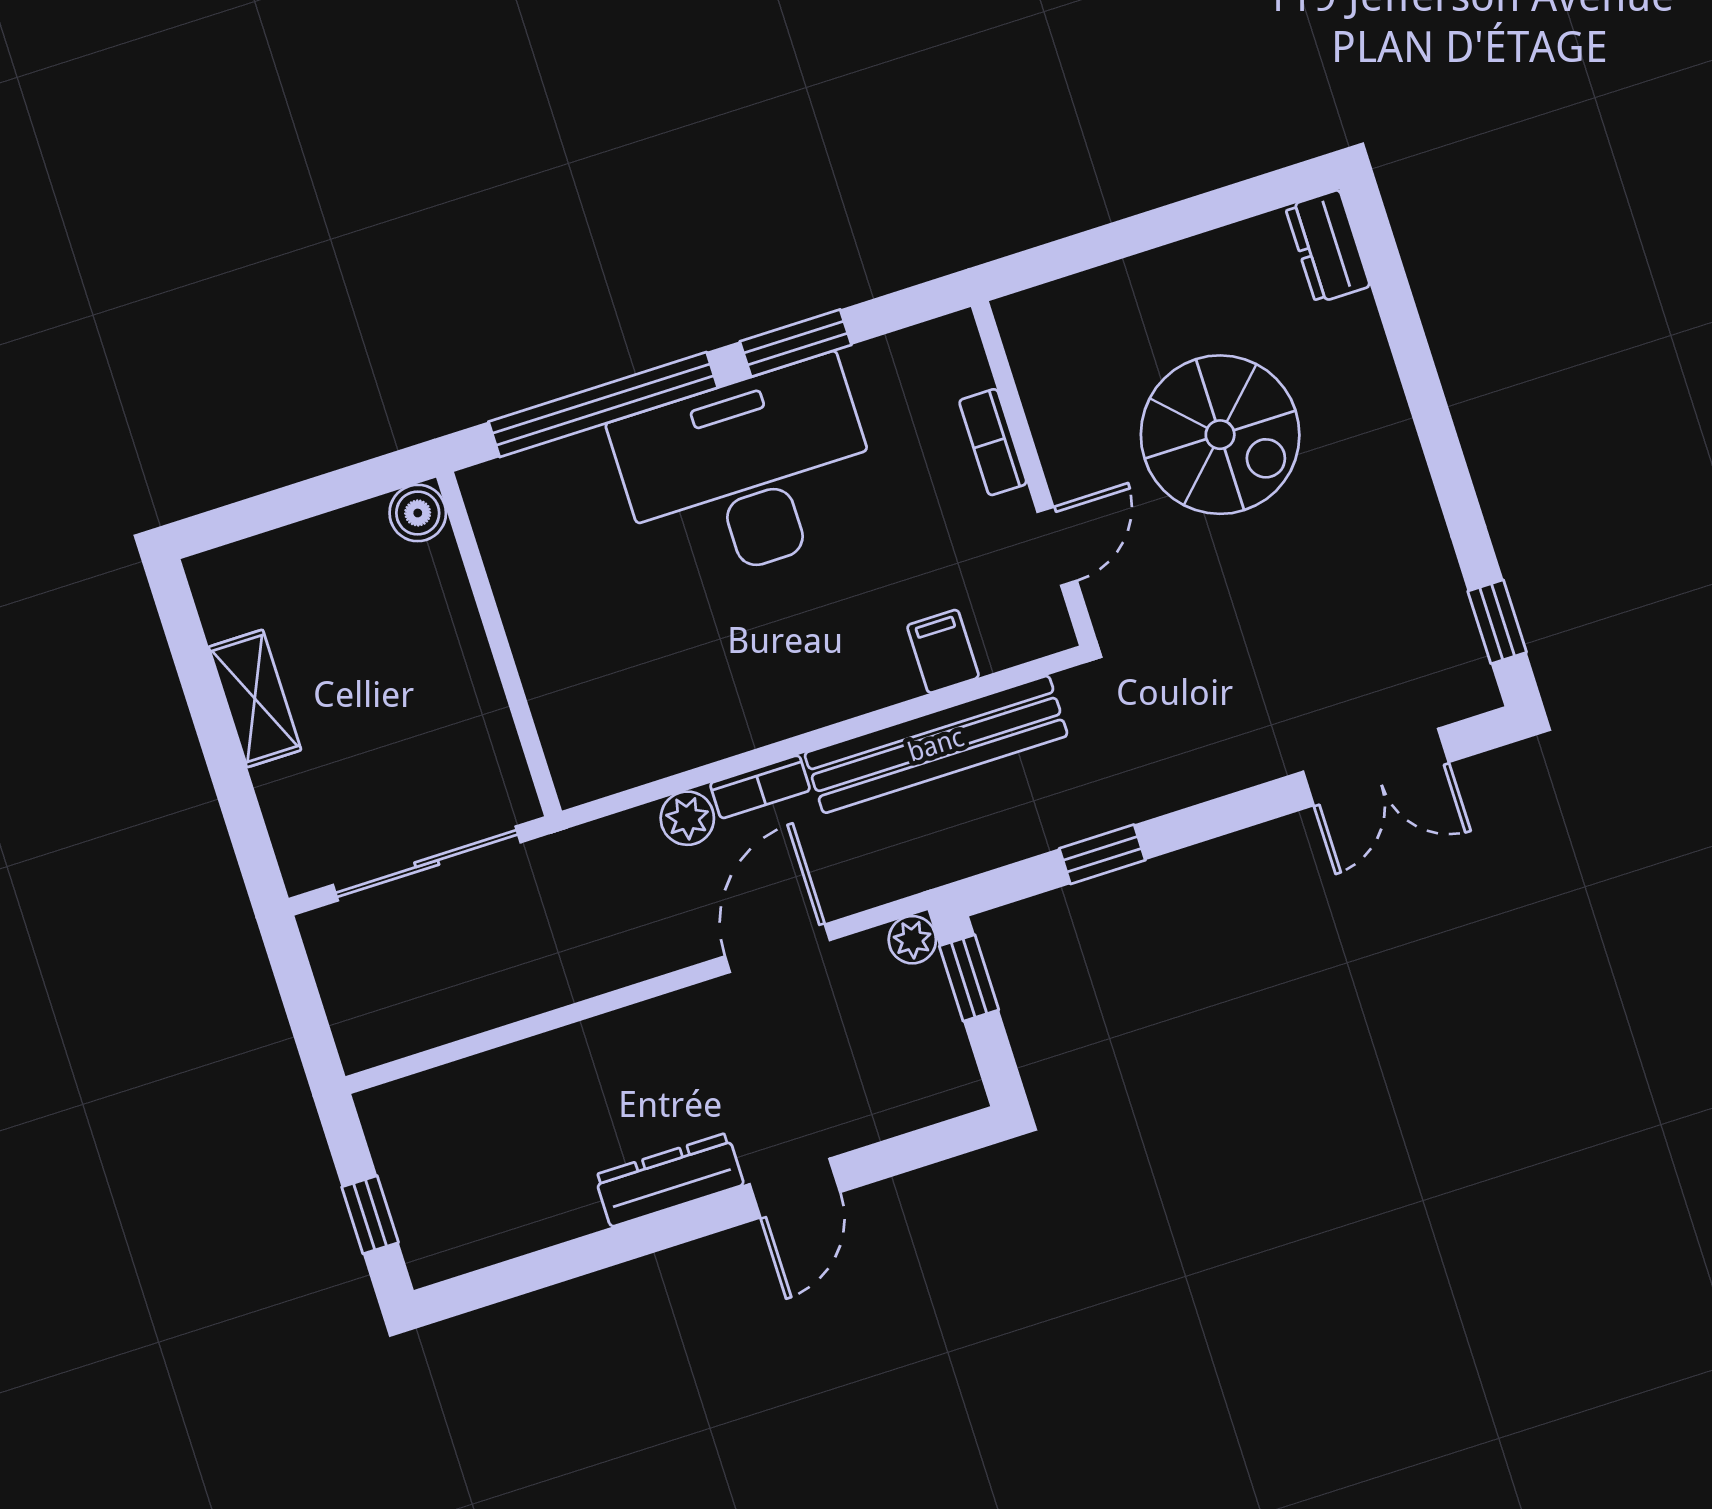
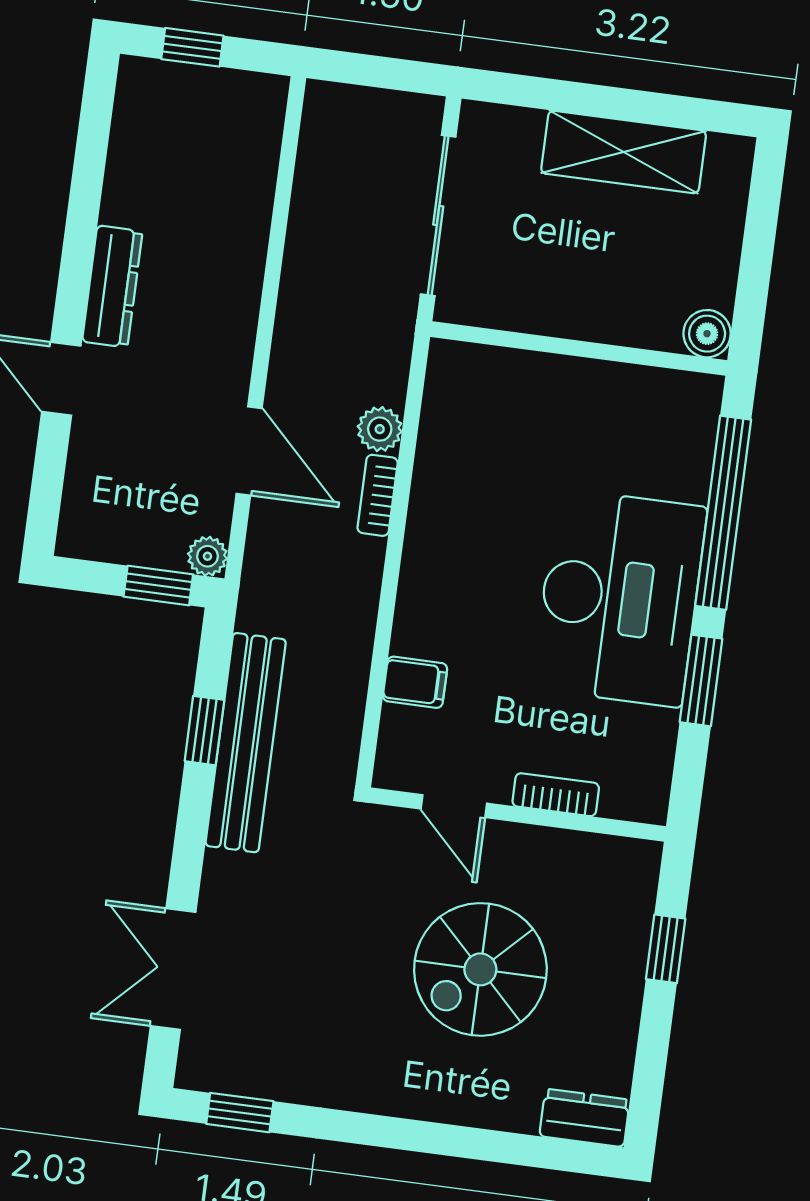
window: (1104, 245) -> (666, 949), added
shelving: (255, 698) -> (624, 152), width x1.50, depth x1.33
bench: (936, 744) -> (246, 743), moved

